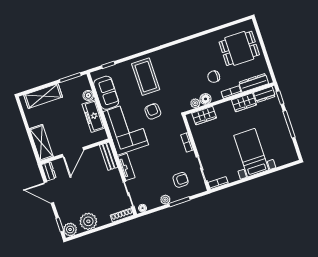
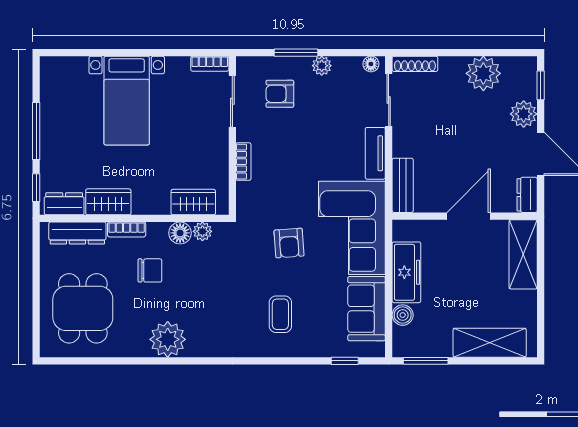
plant: (195, 47) -> (168, 339), added
dining table: (239, 48) -> (83, 308), turned 90
coffee table: (146, 77) -> (280, 314), width x0.54, depth x0.58
plant: (70, 229) -> (524, 114), moved

